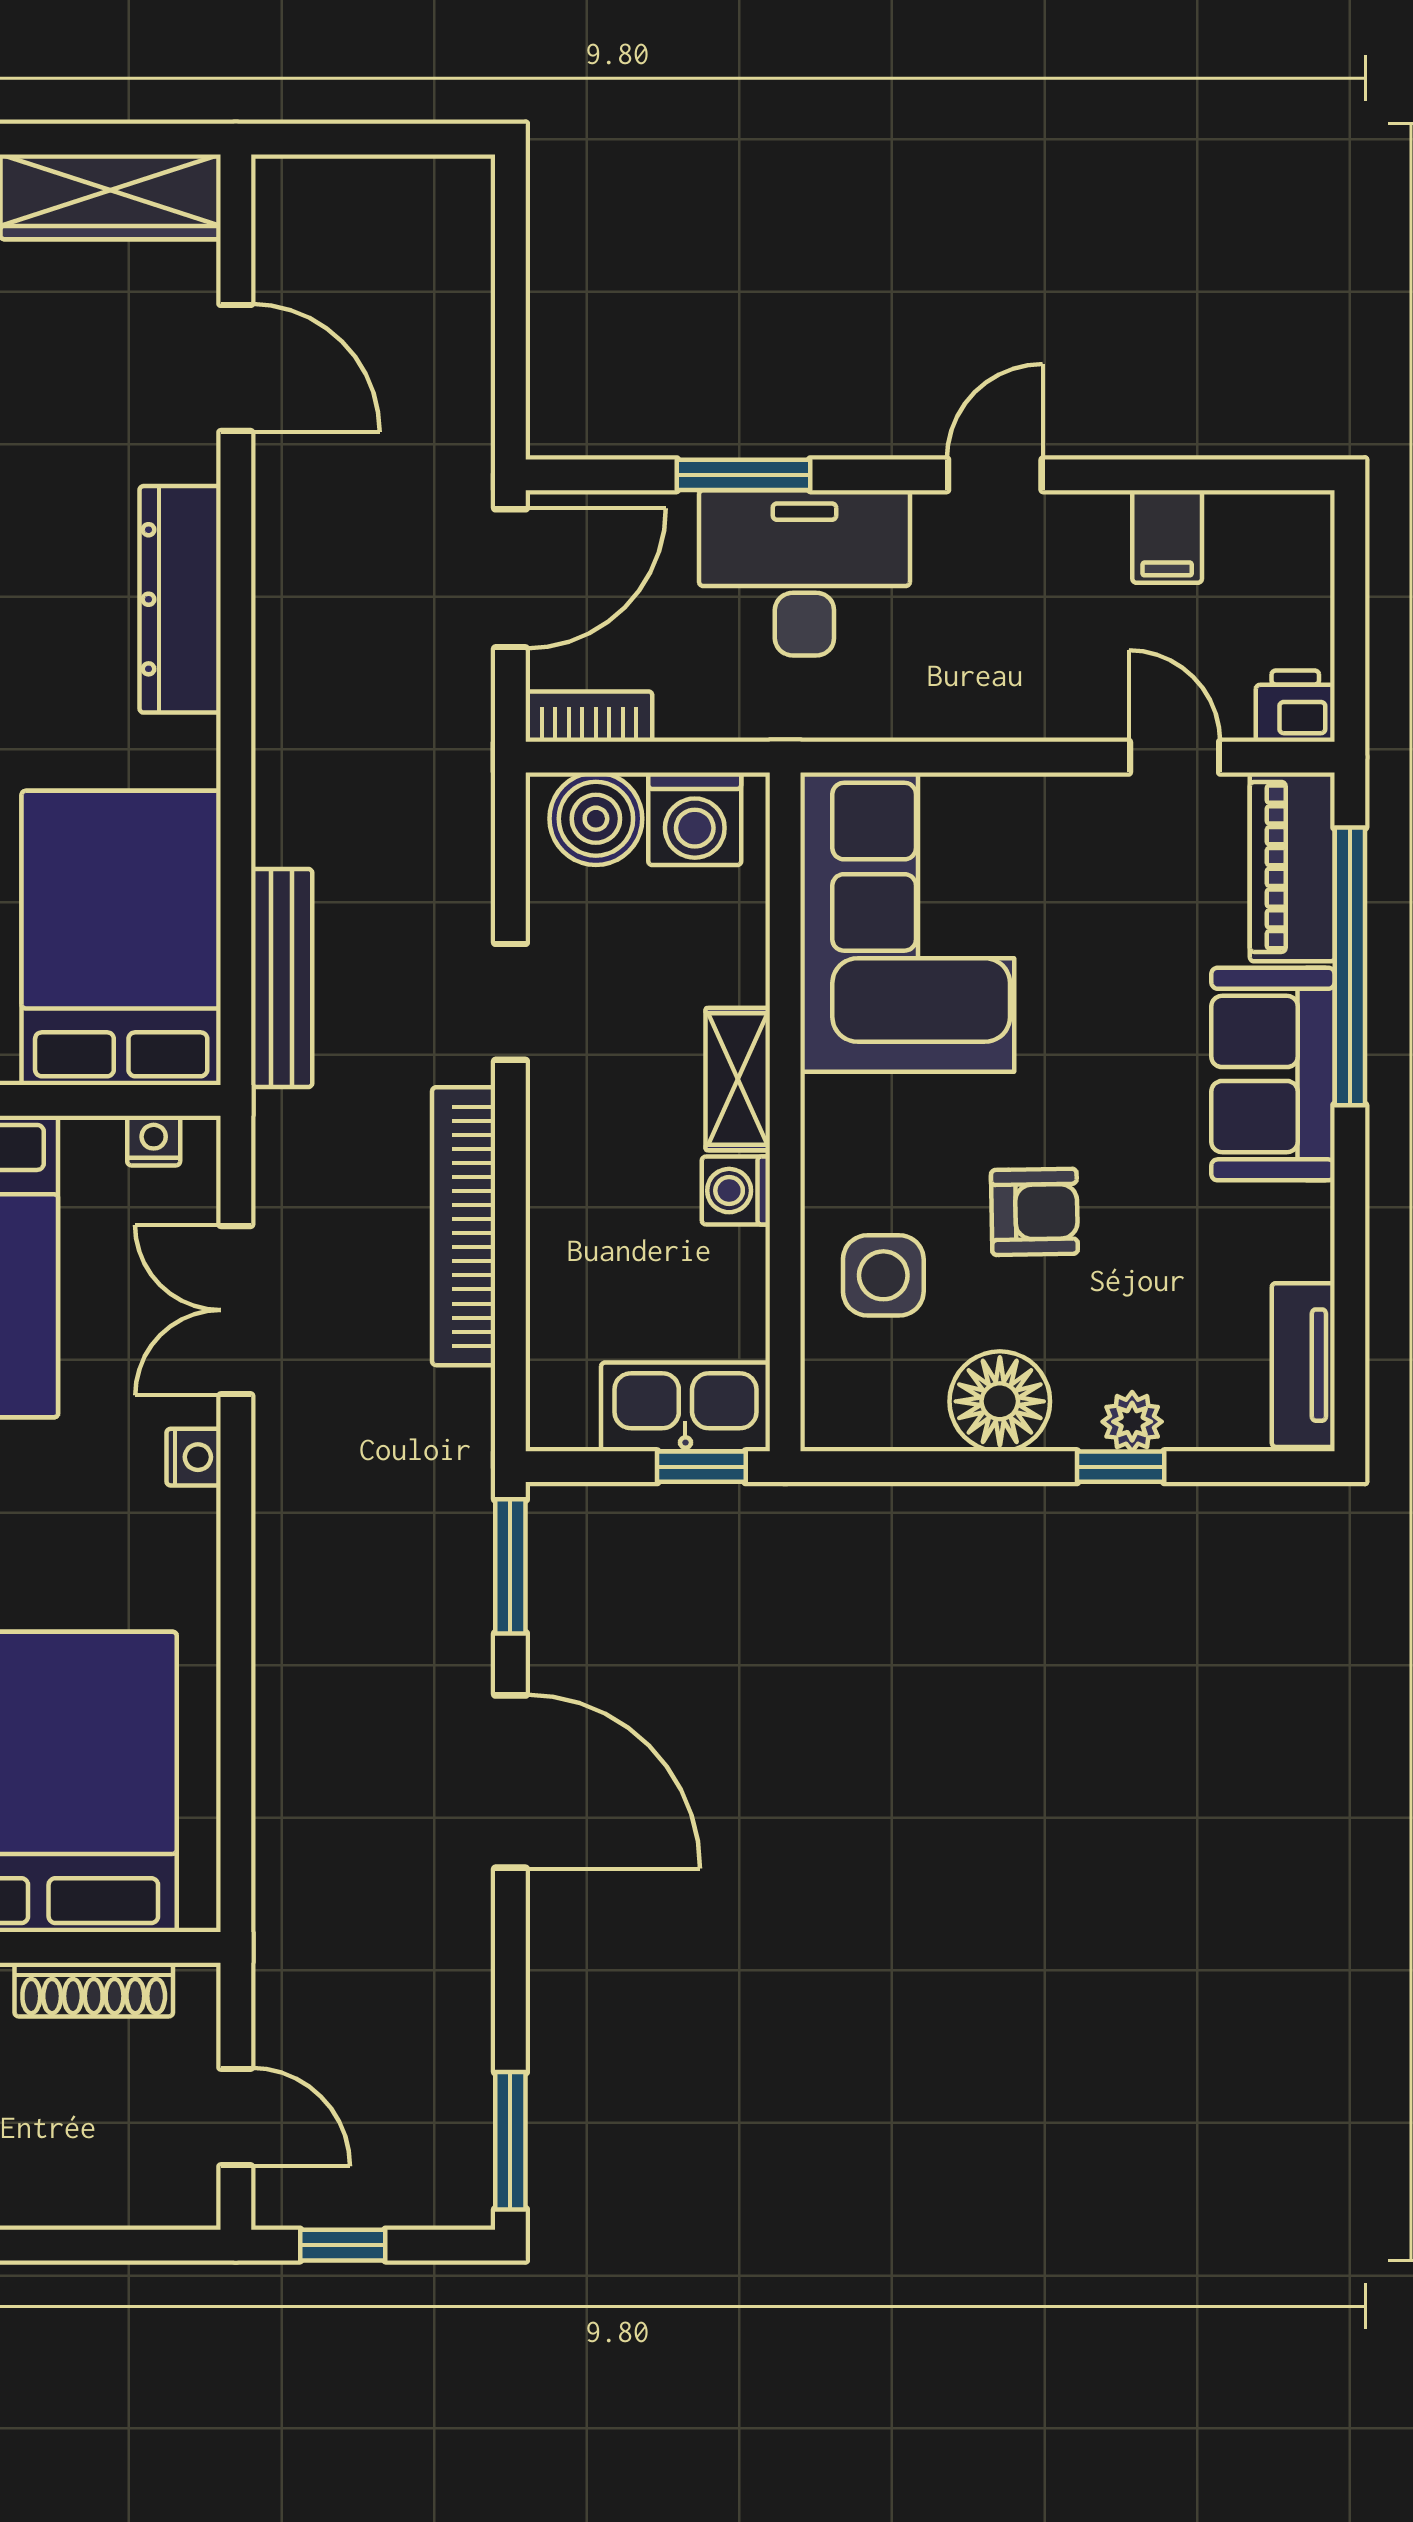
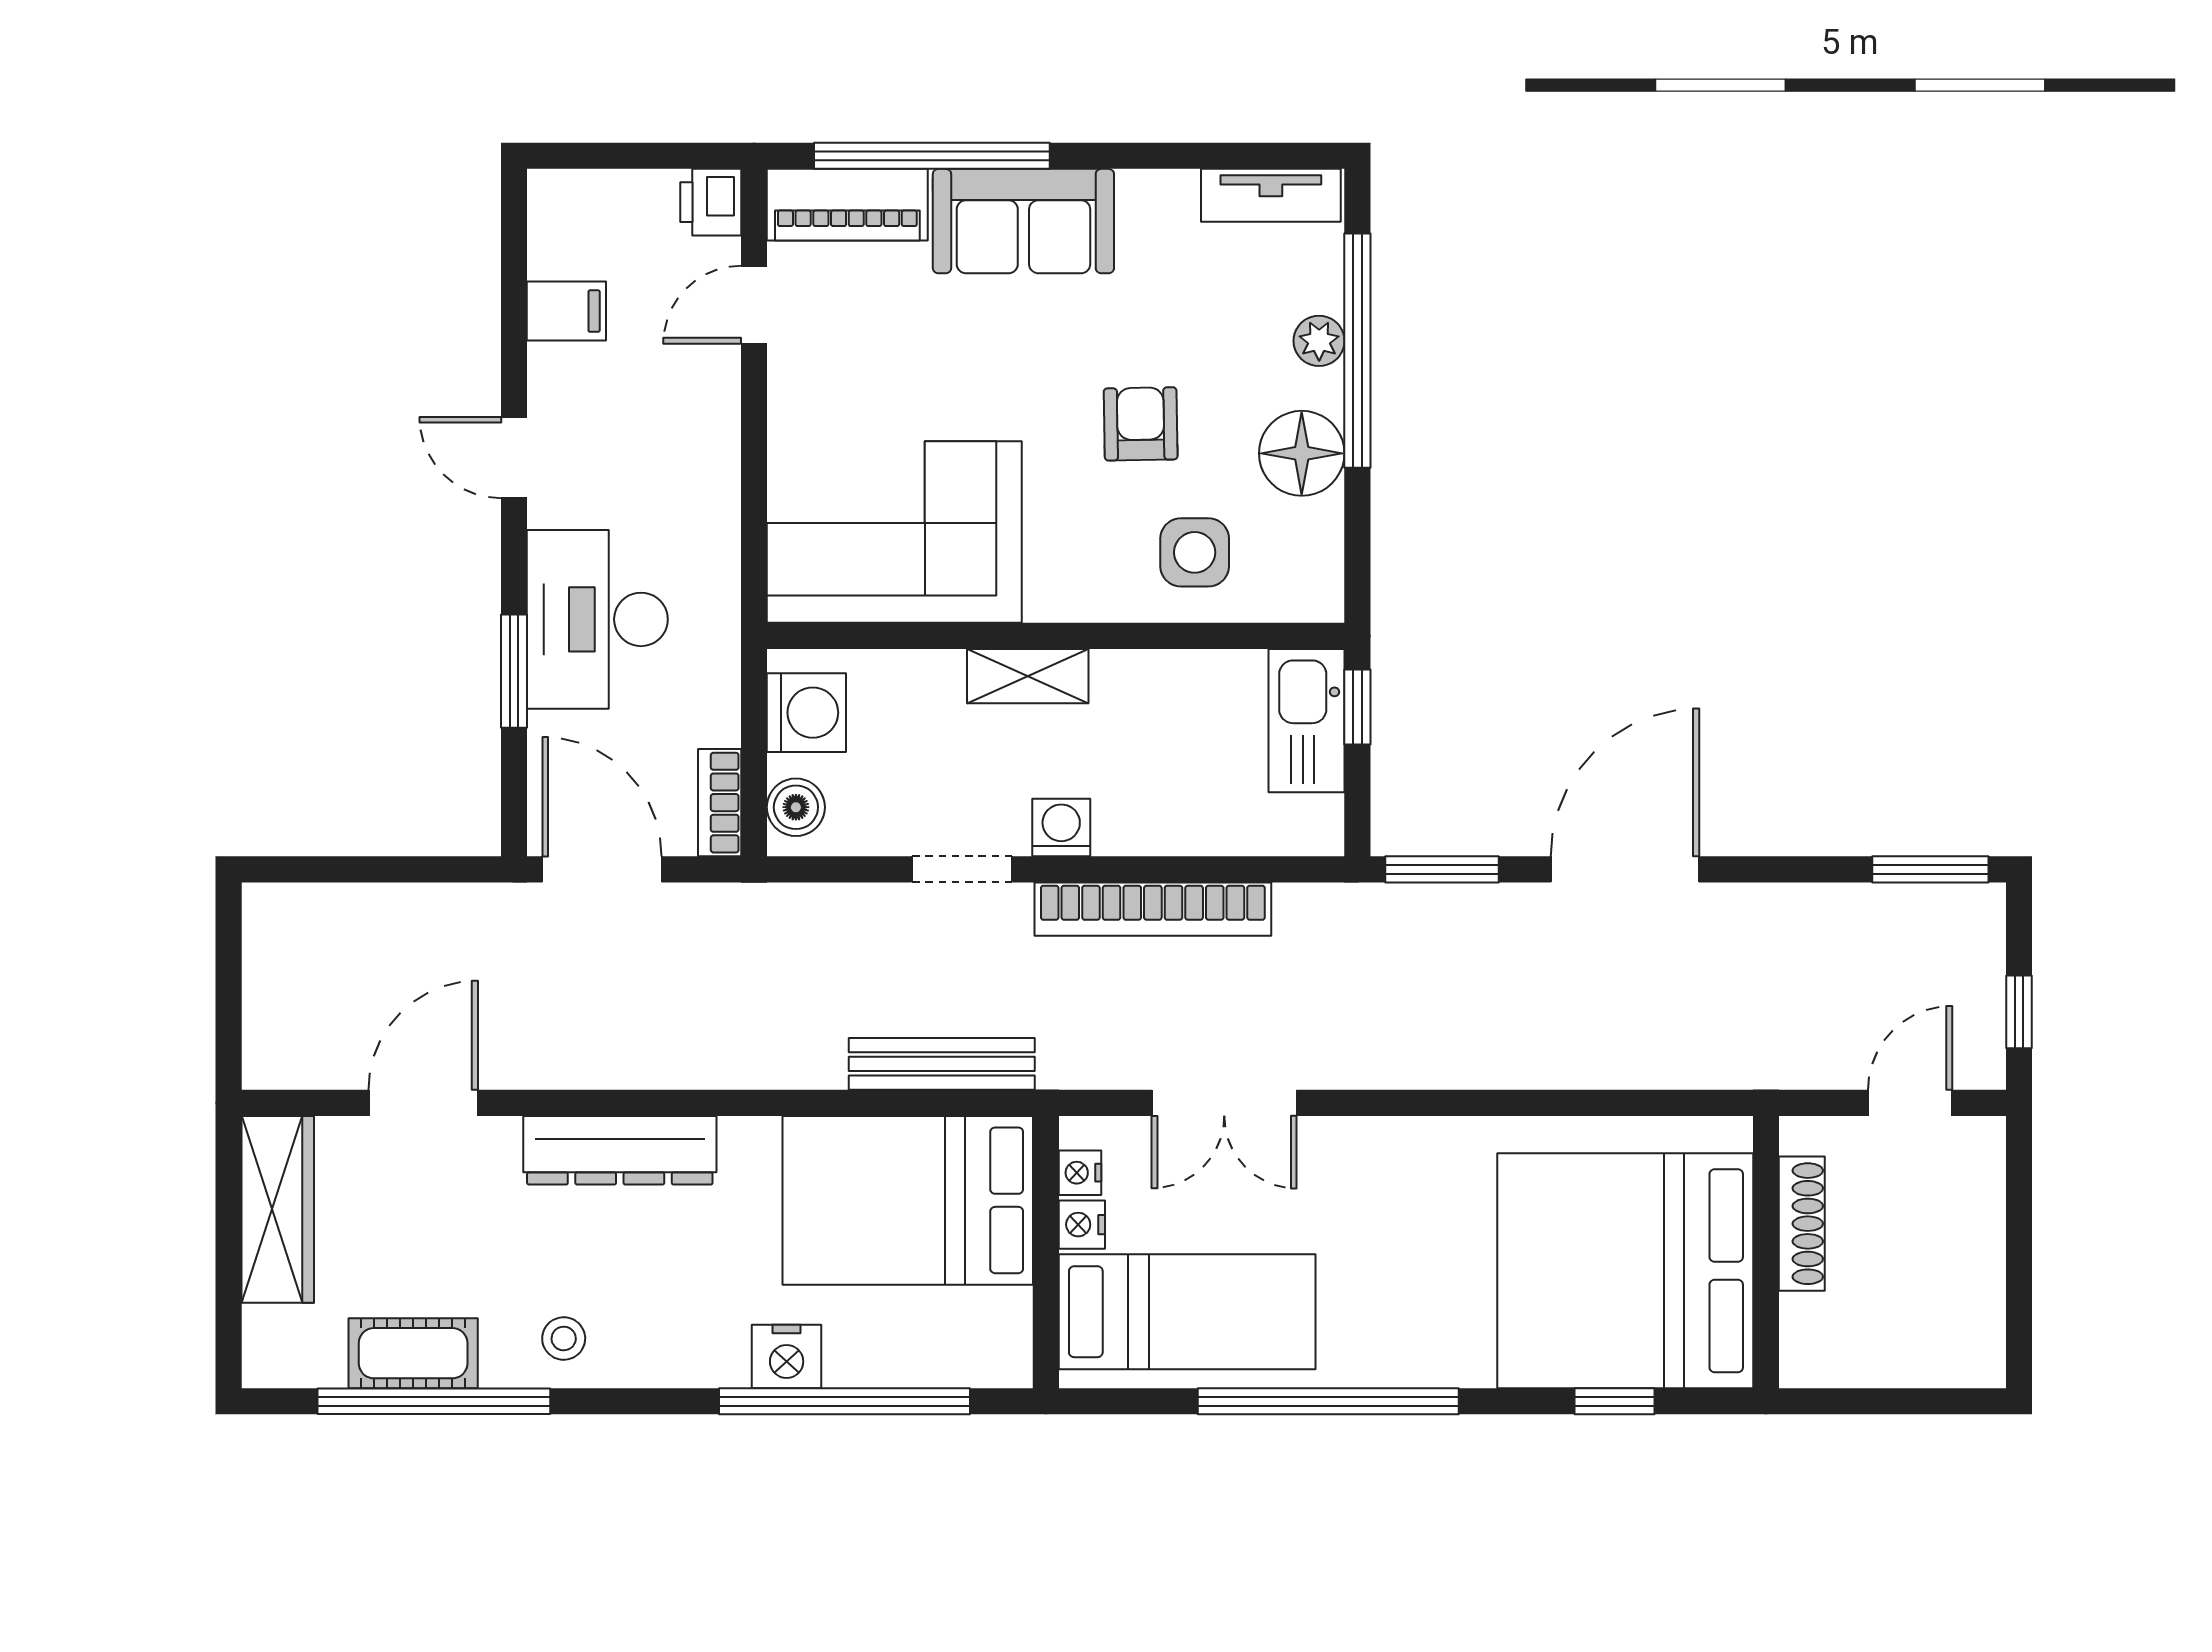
boiler: (596, 819) -> (796, 807), width x0.73, depth x0.73
washing machine: (736, 1191) -> (1061, 827), moved, turned 180
nightstand: (194, 1457) -> (1082, 1225), moved, turned -90
window: (1121, 1467) -> (1357, 351), width x3.17

